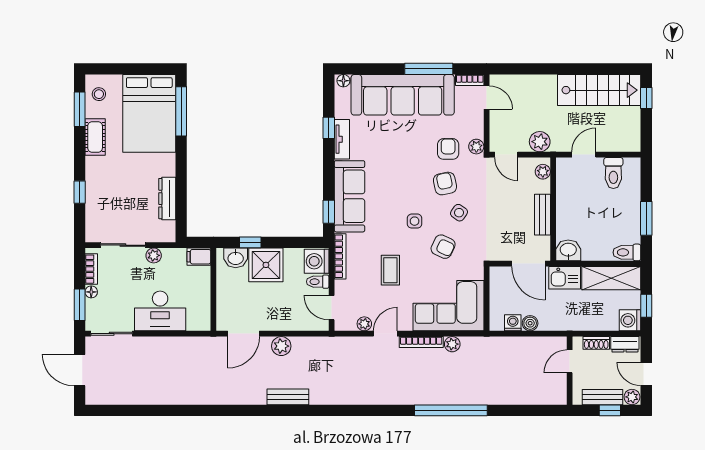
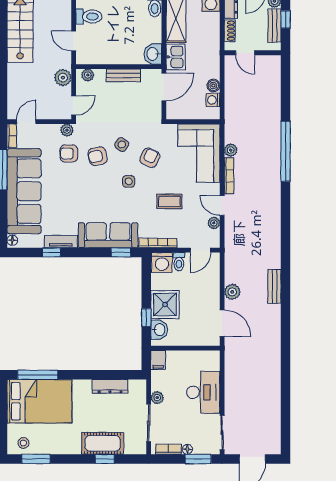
cot: (95, 137) -> (103, 443), moved, width x1.37, depth x1.34

